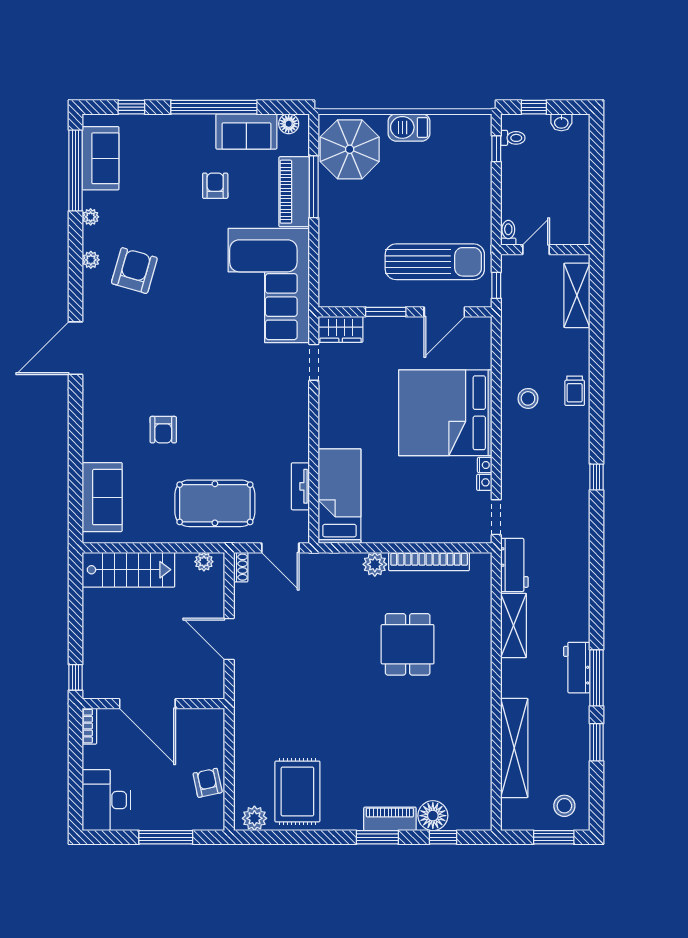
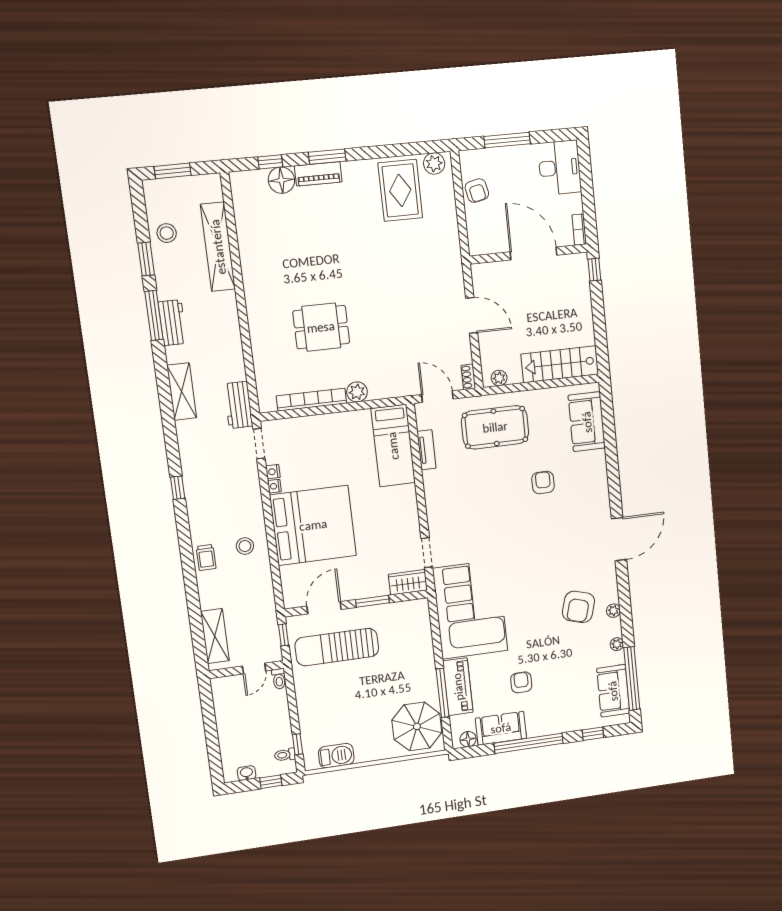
barbecue: (409, 127) -> (336, 756), moved
armchair: (215, 186) -> (521, 682), turned 180
trolley: (575, 391) -> (206, 557), turned 180
shelving: (514, 625) -> (182, 392), moved
dining table: (408, 644) -> (321, 327), turned 90
stool: (564, 806) -> (167, 233), moved

